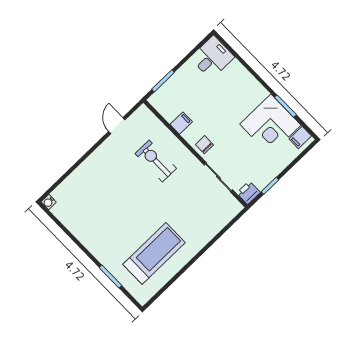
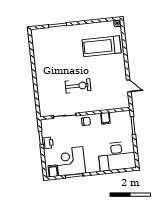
desk: (212, 57) -> (117, 156), width x1.87, depth x1.30
exercise bike: (156, 161) -> (78, 86), moved
printer: (248, 193) -> (48, 143), moved
treadmill: (154, 253) -> (102, 46), moved, turned 90

